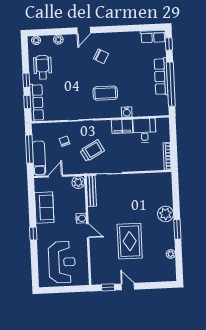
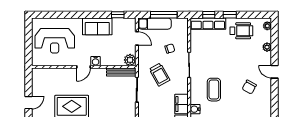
sofa: (44, 208) -> (97, 26), moved
window: (33, 234) -> (118, 15), moved
window: (108, 287) -> (28, 84), removed

